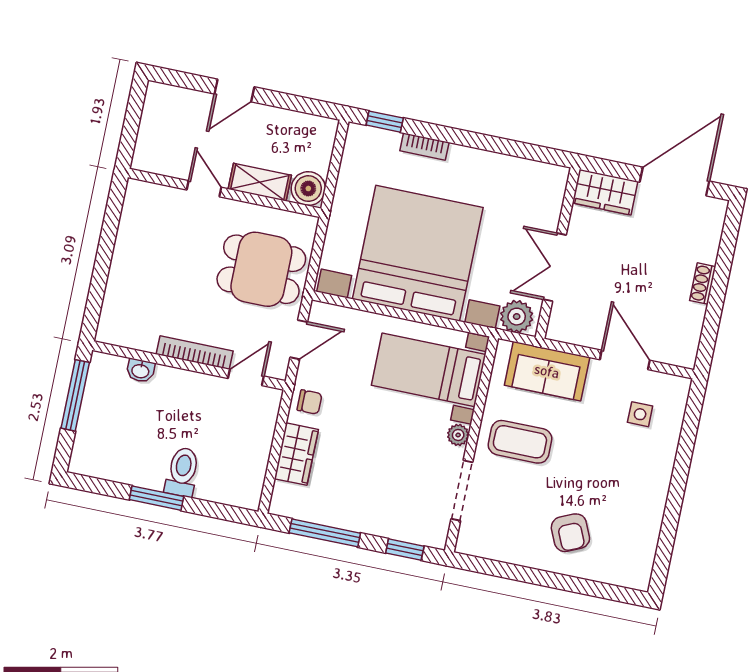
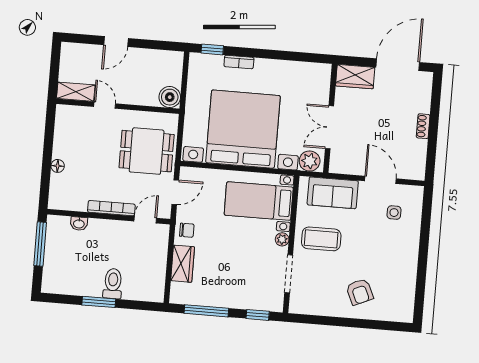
shelving: (260, 182) -> (76, 92), moved
floor lamp: (118, 275) -> (58, 166), added

